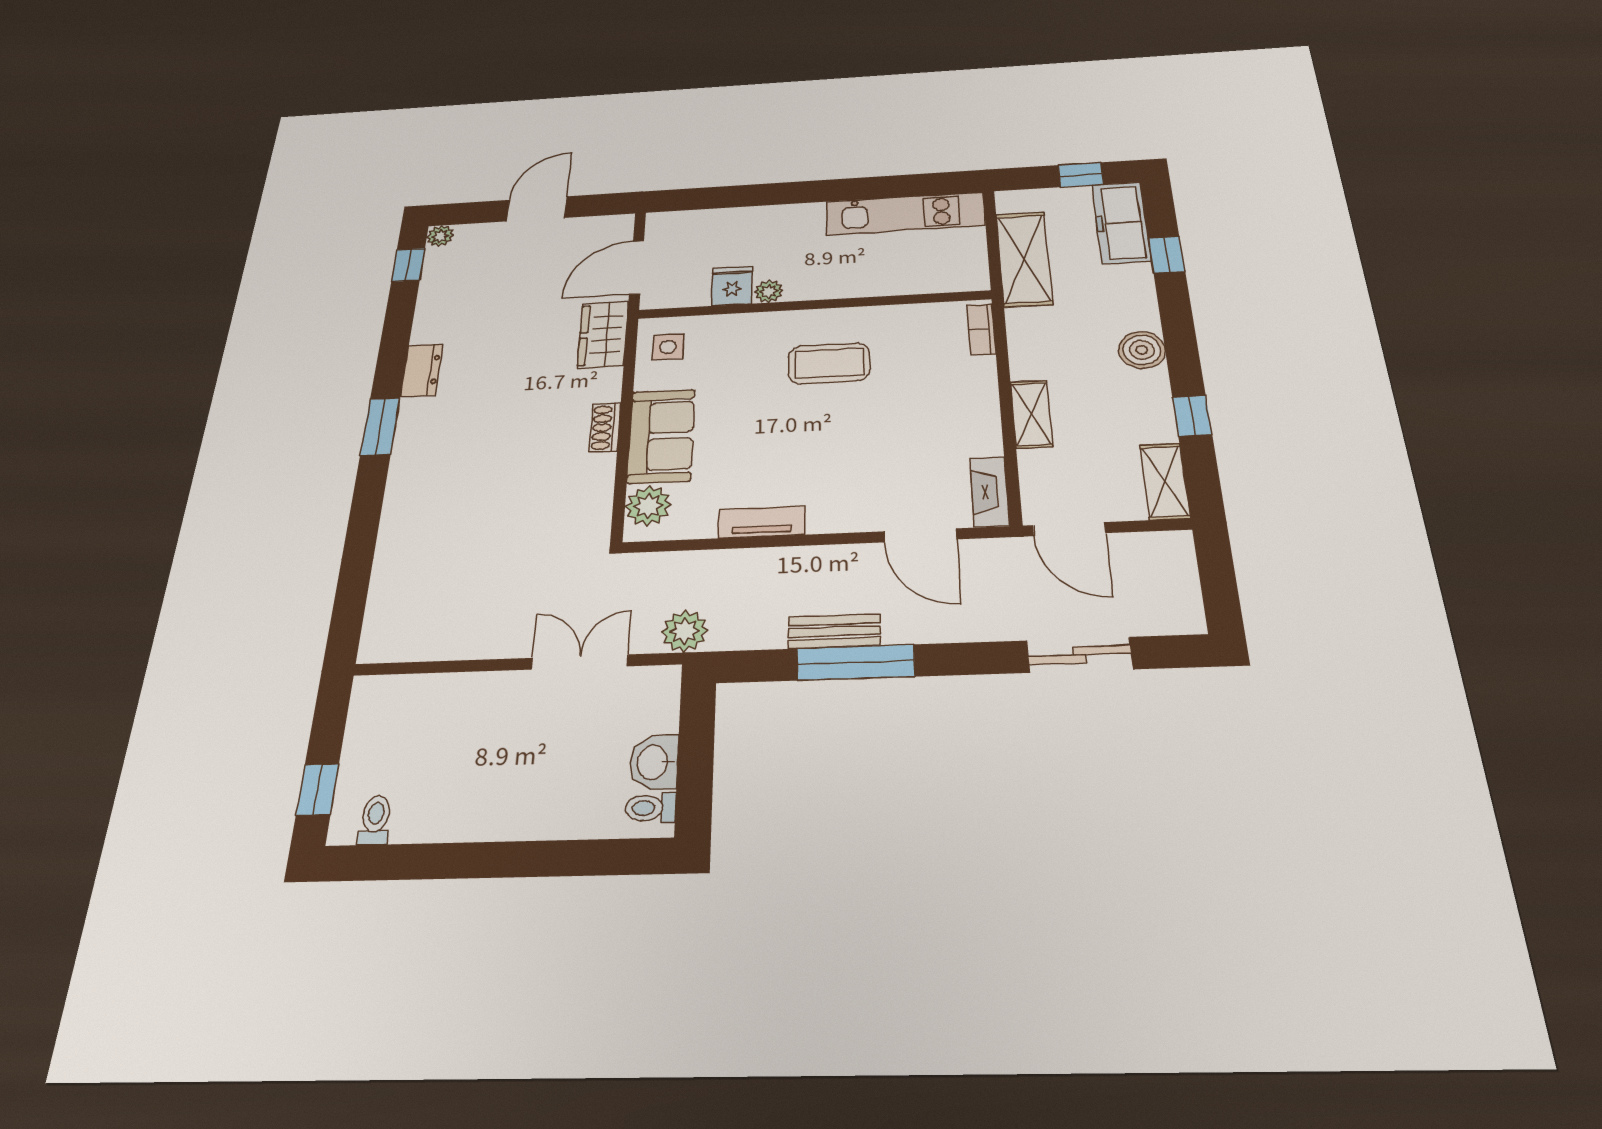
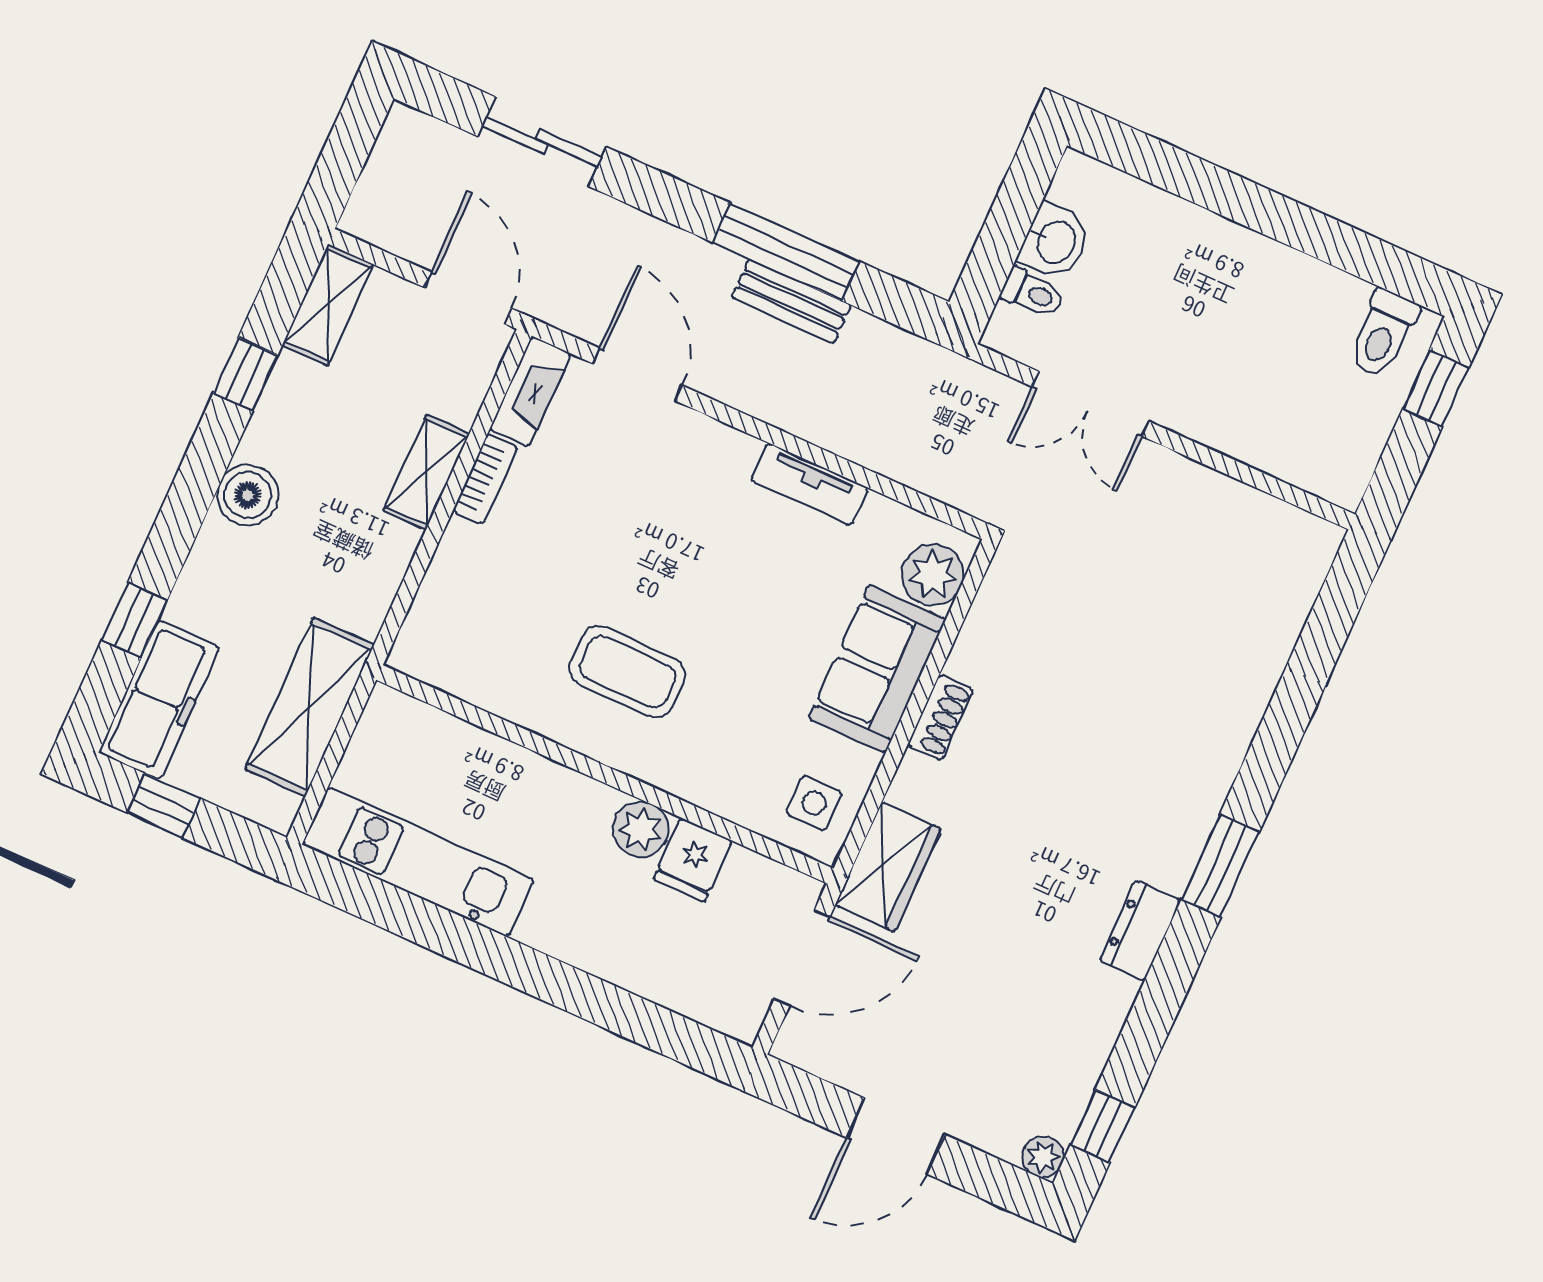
plant: (769, 291) -> (640, 829), width x1.38, depth x1.38
bookcase: (981, 329) -> (485, 479), moved
plant: (685, 631) -> (958, 385), removed
toilet: (651, 808) -> (1033, 293), moved
toilet: (375, 820) -> (1383, 334), width x1.37, depth x1.39

